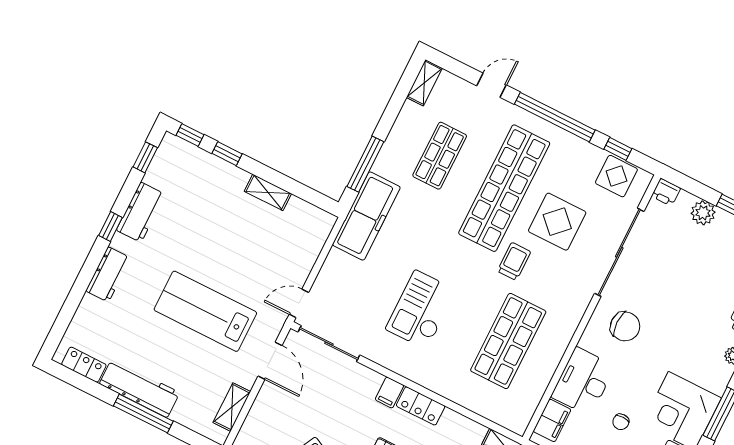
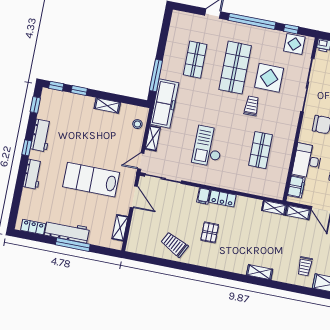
shelving: (424, 83) -> (153, 138), moved
shop shelf: (504, 188) -> (235, 68), width x0.71
stool: (311, 238) -> (137, 124), added
shop shelf: (508, 341) -> (260, 150), width x0.70, depth x0.74

